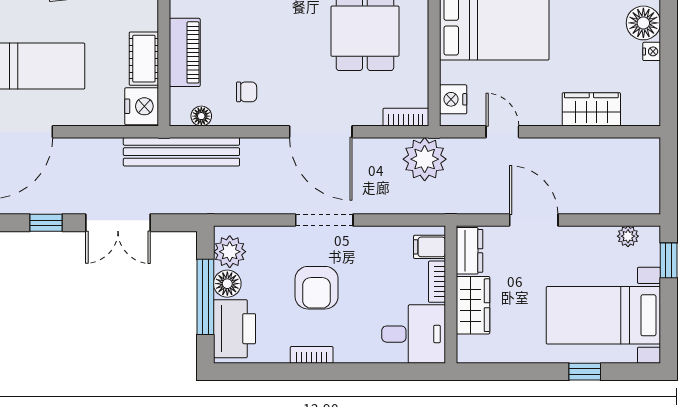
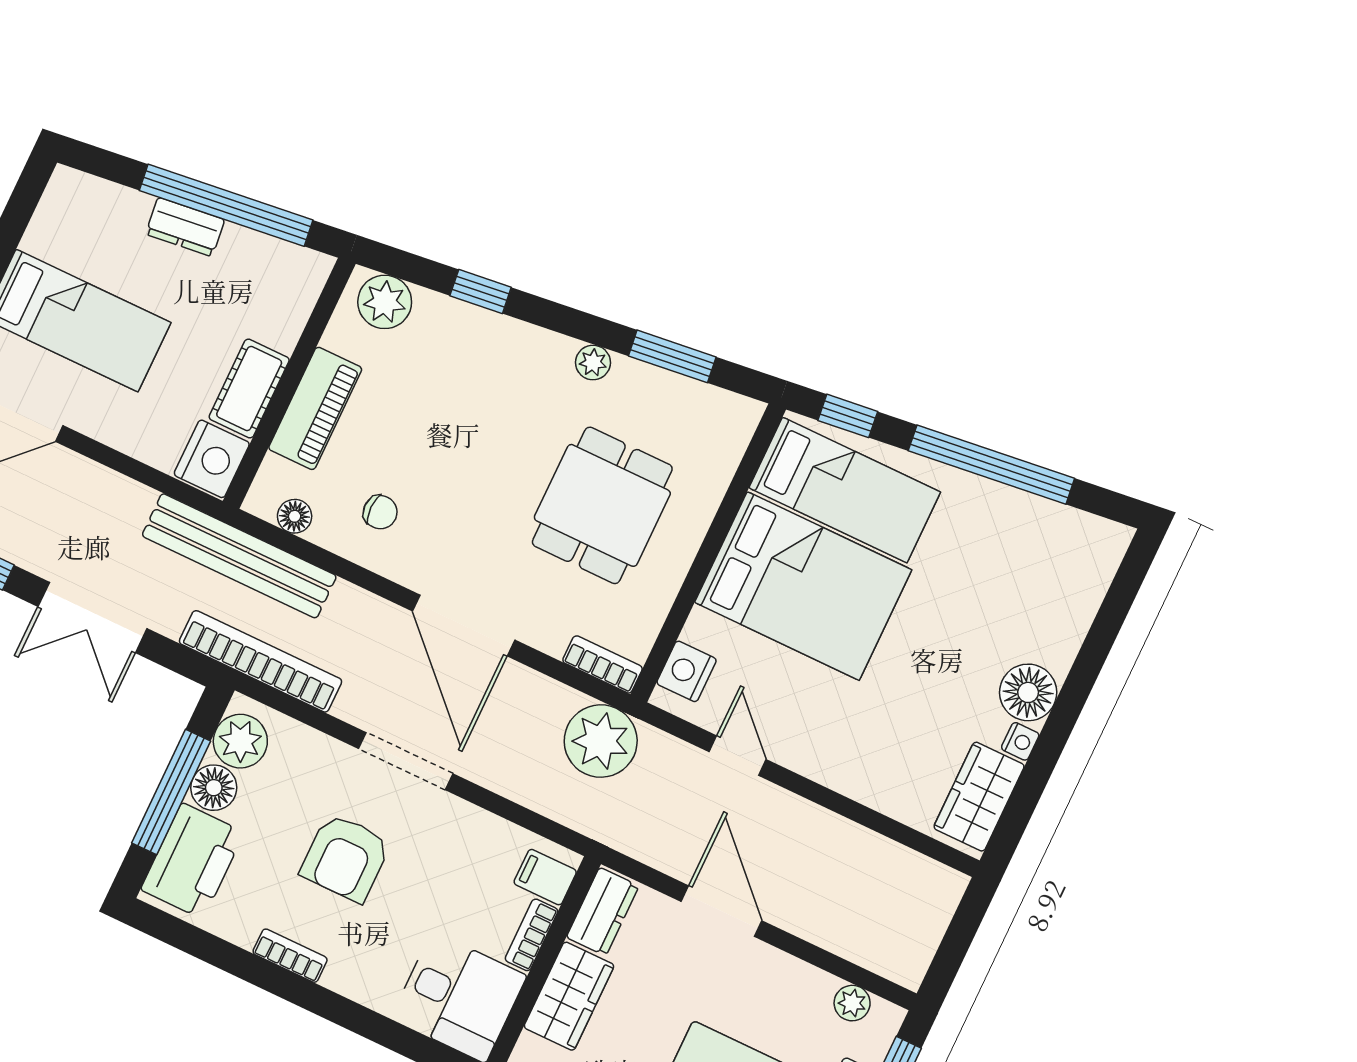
wardrobe: (591, 109) -> (979, 797), moved, turned -90
bookcase: (220, 203) -> (260, 661), added

